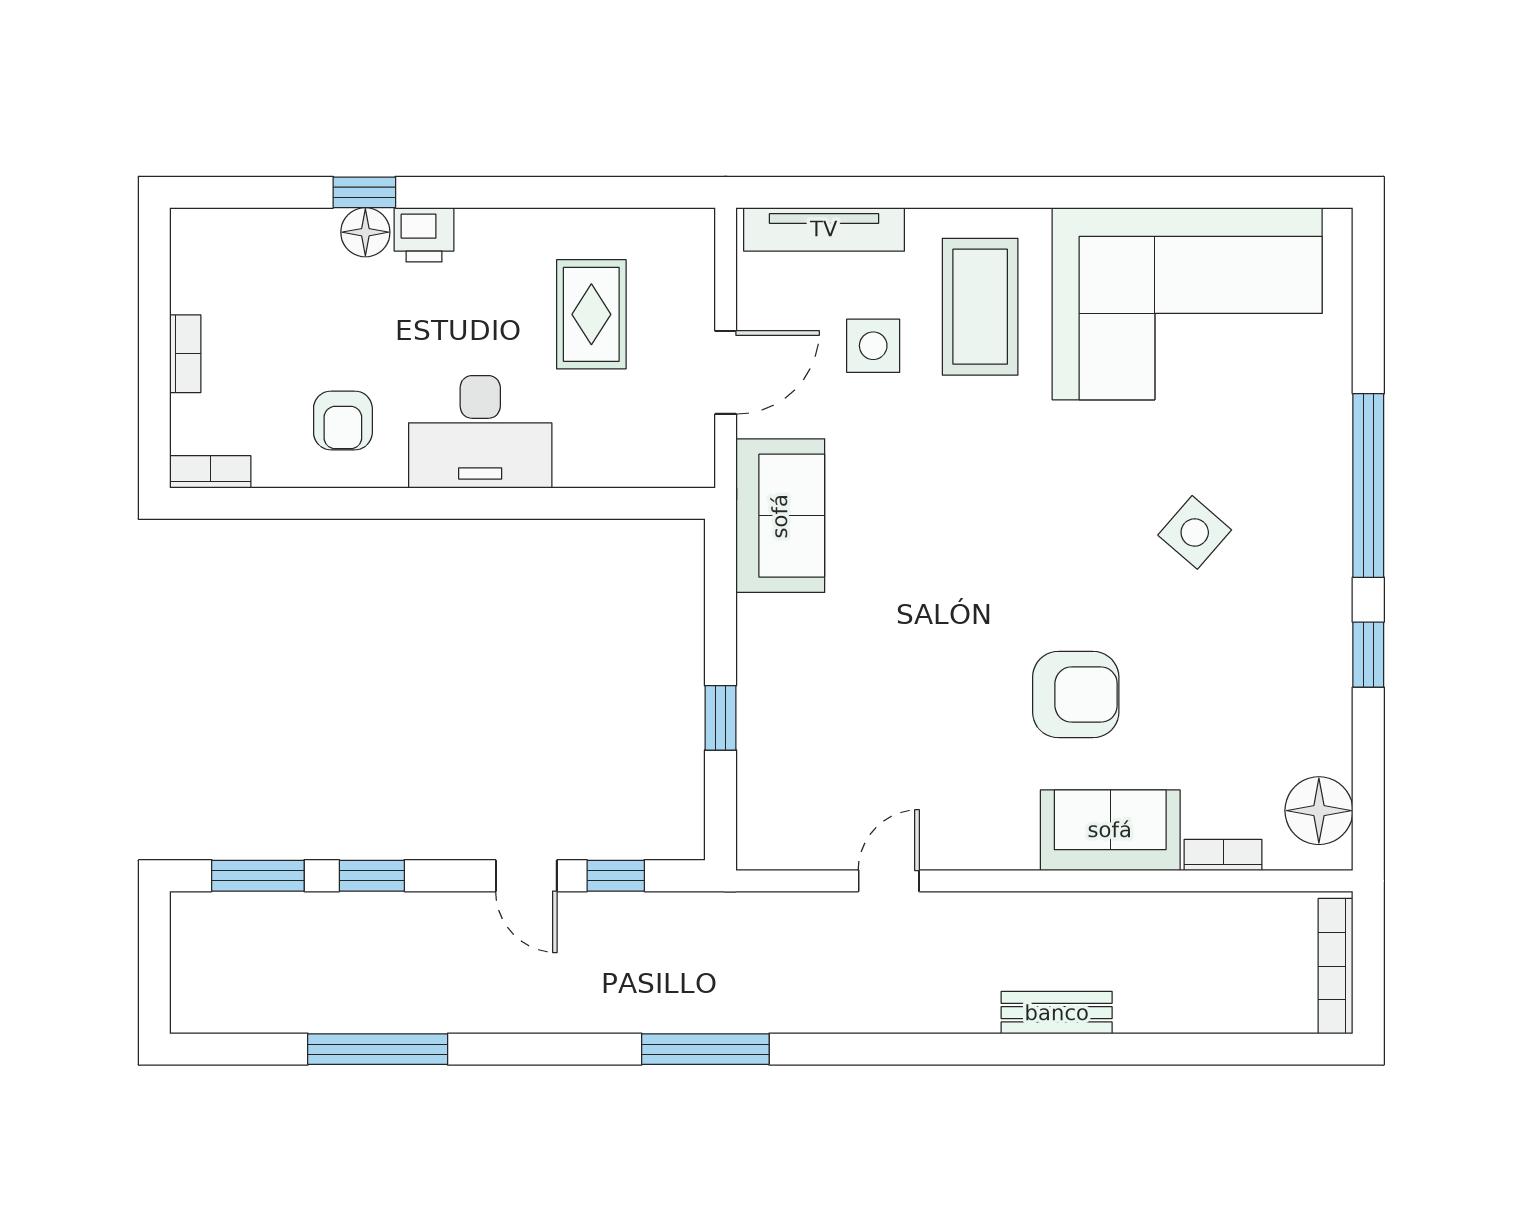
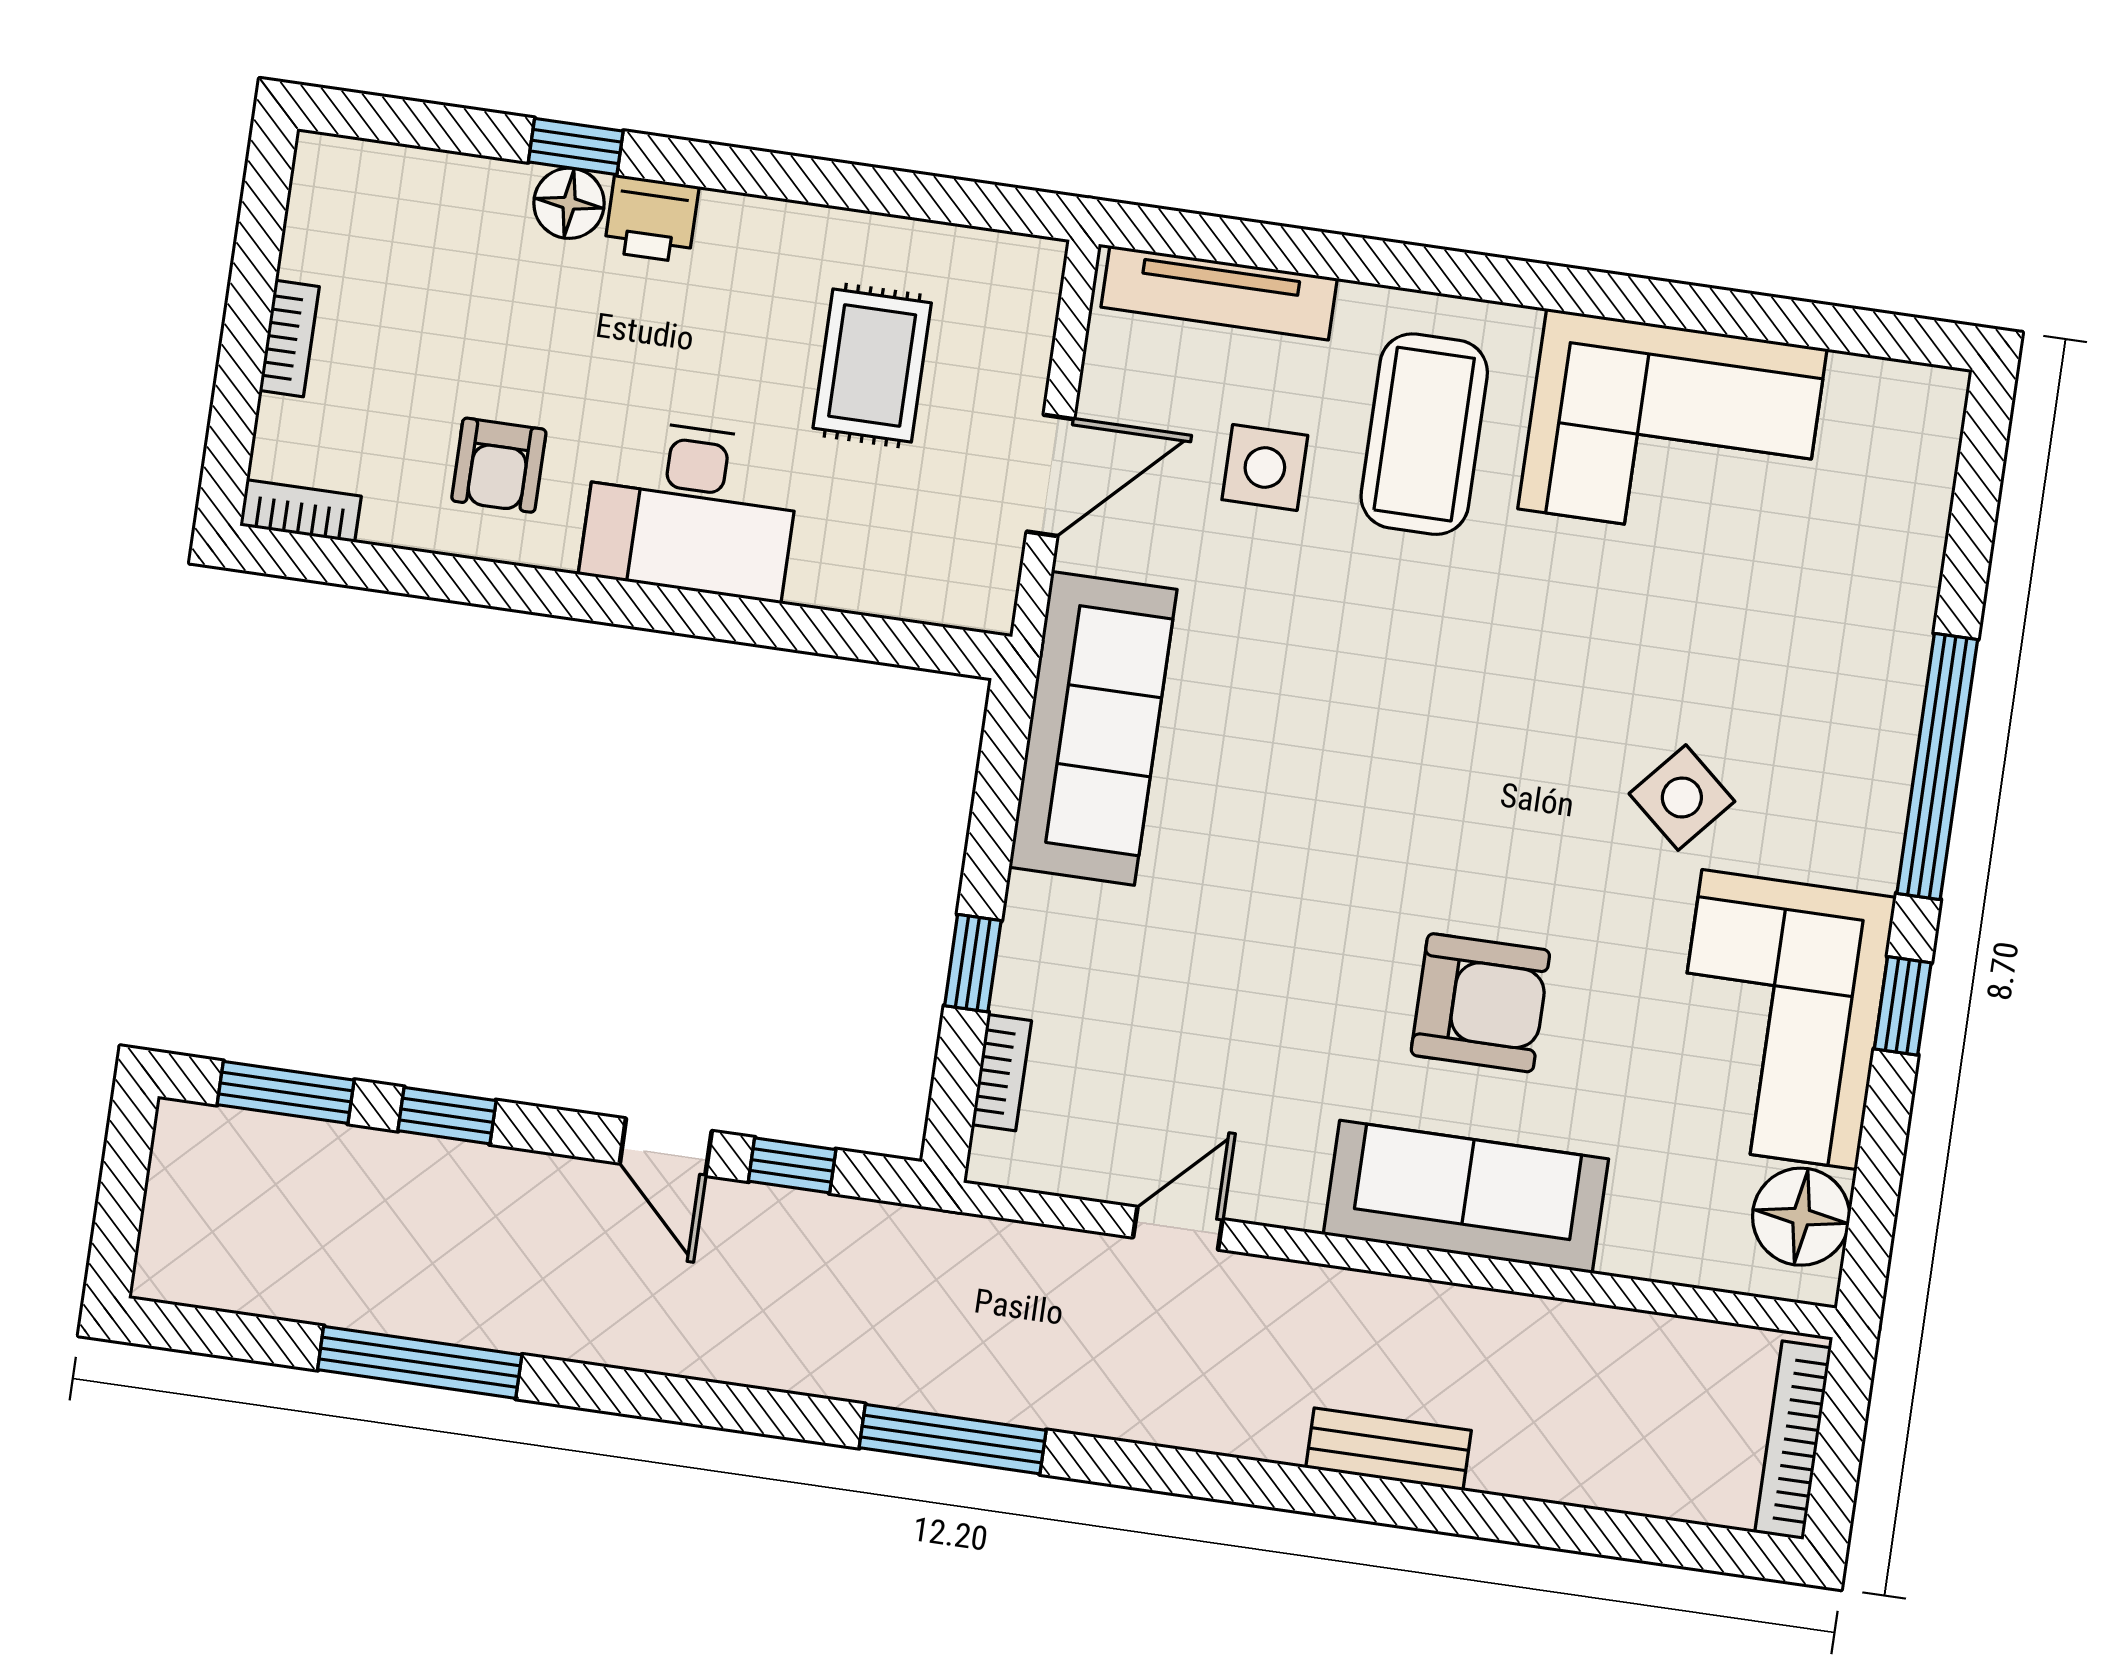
corner sofa: (1187, 304) -> (1672, 429), width x0.73, depth x0.74
sofa: (780, 516) -> (1093, 728), width x1.36
corner sofa: (1284, 676) -> (1779, 1020), added
sofa: (1110, 830) -> (1466, 1197), width x1.36
bookcase: (1223, 855) -> (1002, 1073), moved, turned 90
window: (705, 1049) -> (953, 1439), moved

